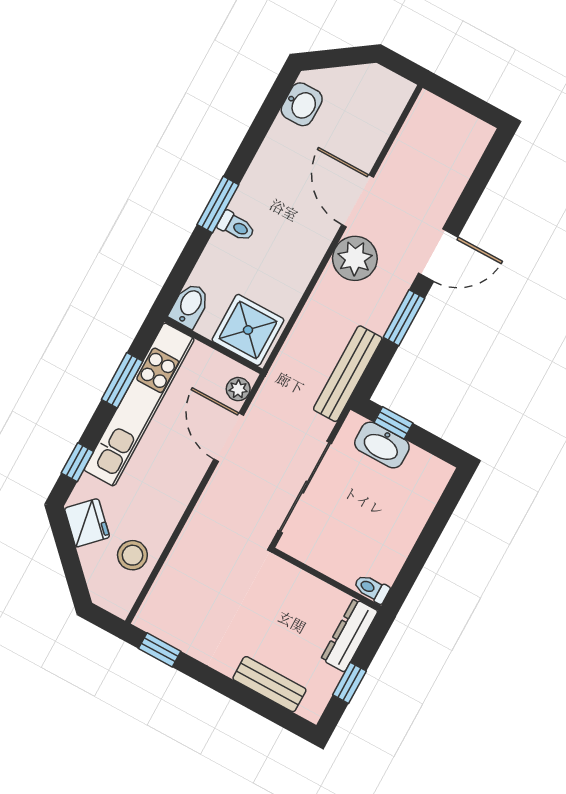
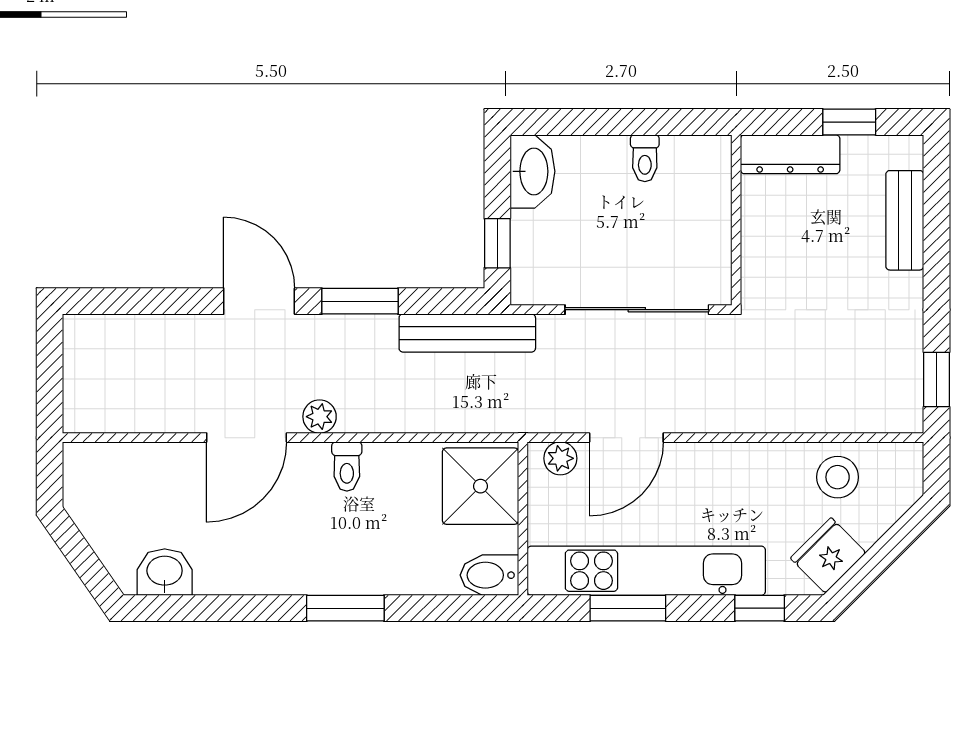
toilet: (236, 226) -> (347, 466), moved, turned 180
plant: (355, 258) -> (320, 417), width x0.53, depth x0.53
washbasin: (382, 445) -> (533, 171), moved
toilet: (372, 589) -> (645, 158), moved

